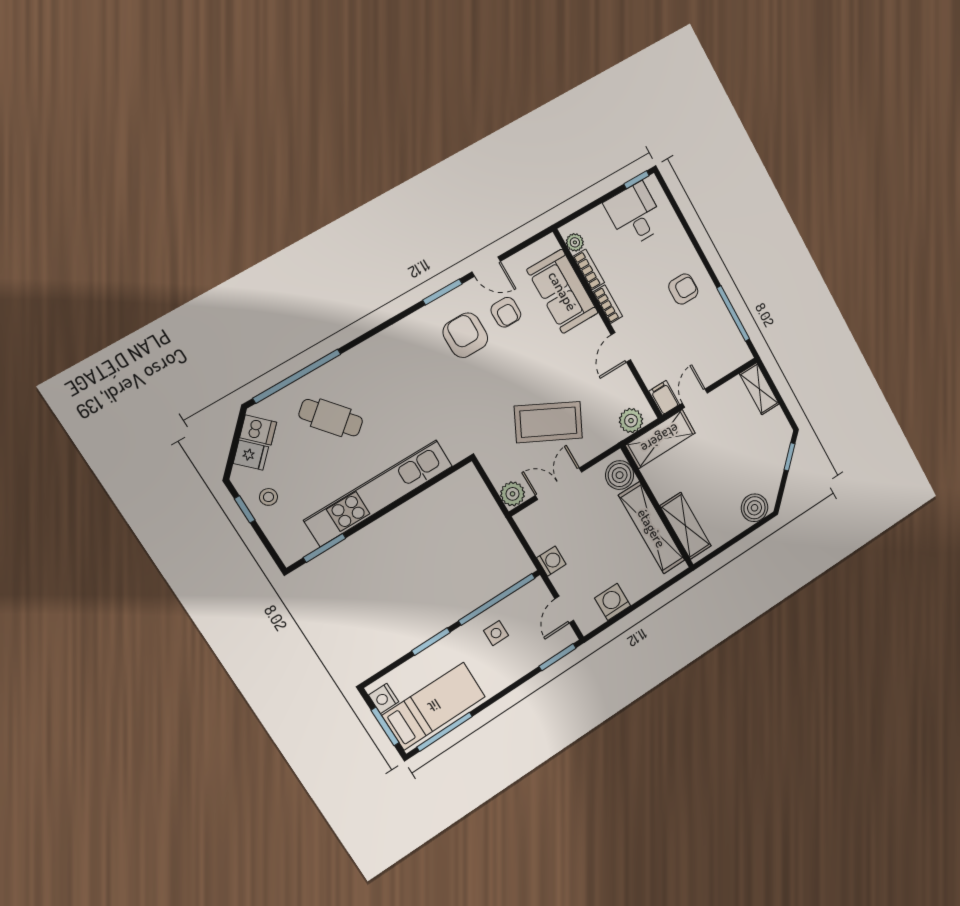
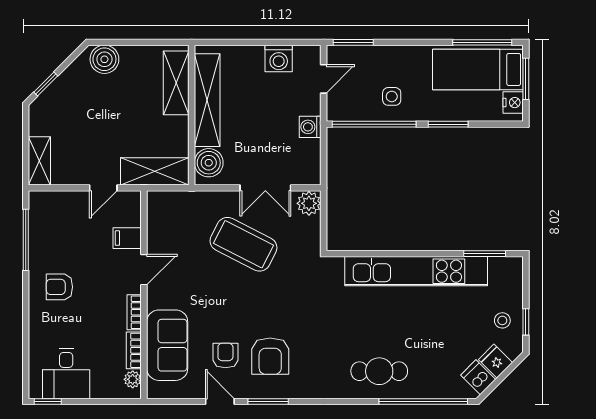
filing cabinet: (664, 398) -> (127, 238), moved, turned 90
cafe table: (331, 418) -> (379, 371), moved, turned -50
plant: (631, 421) -> (171, 203), removed

